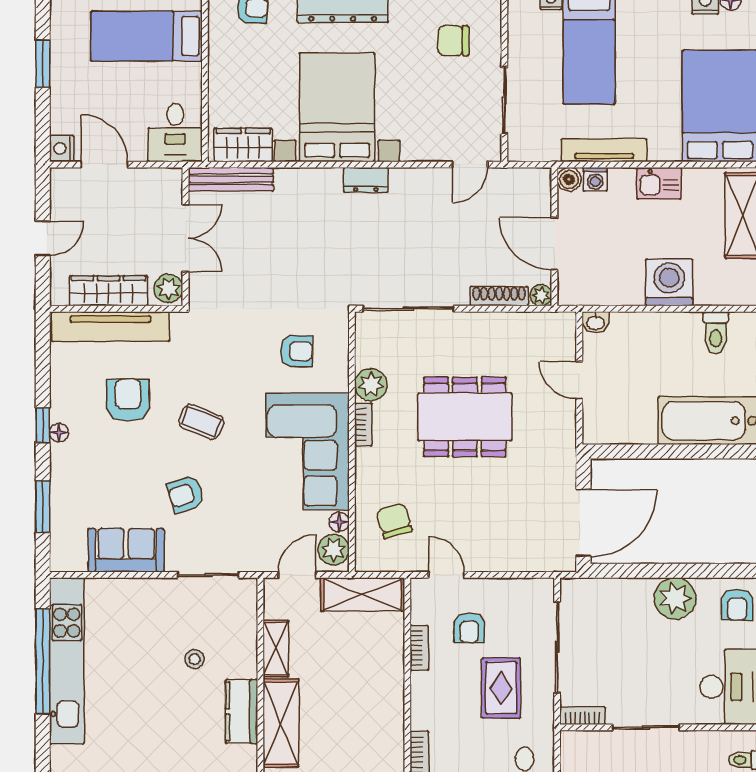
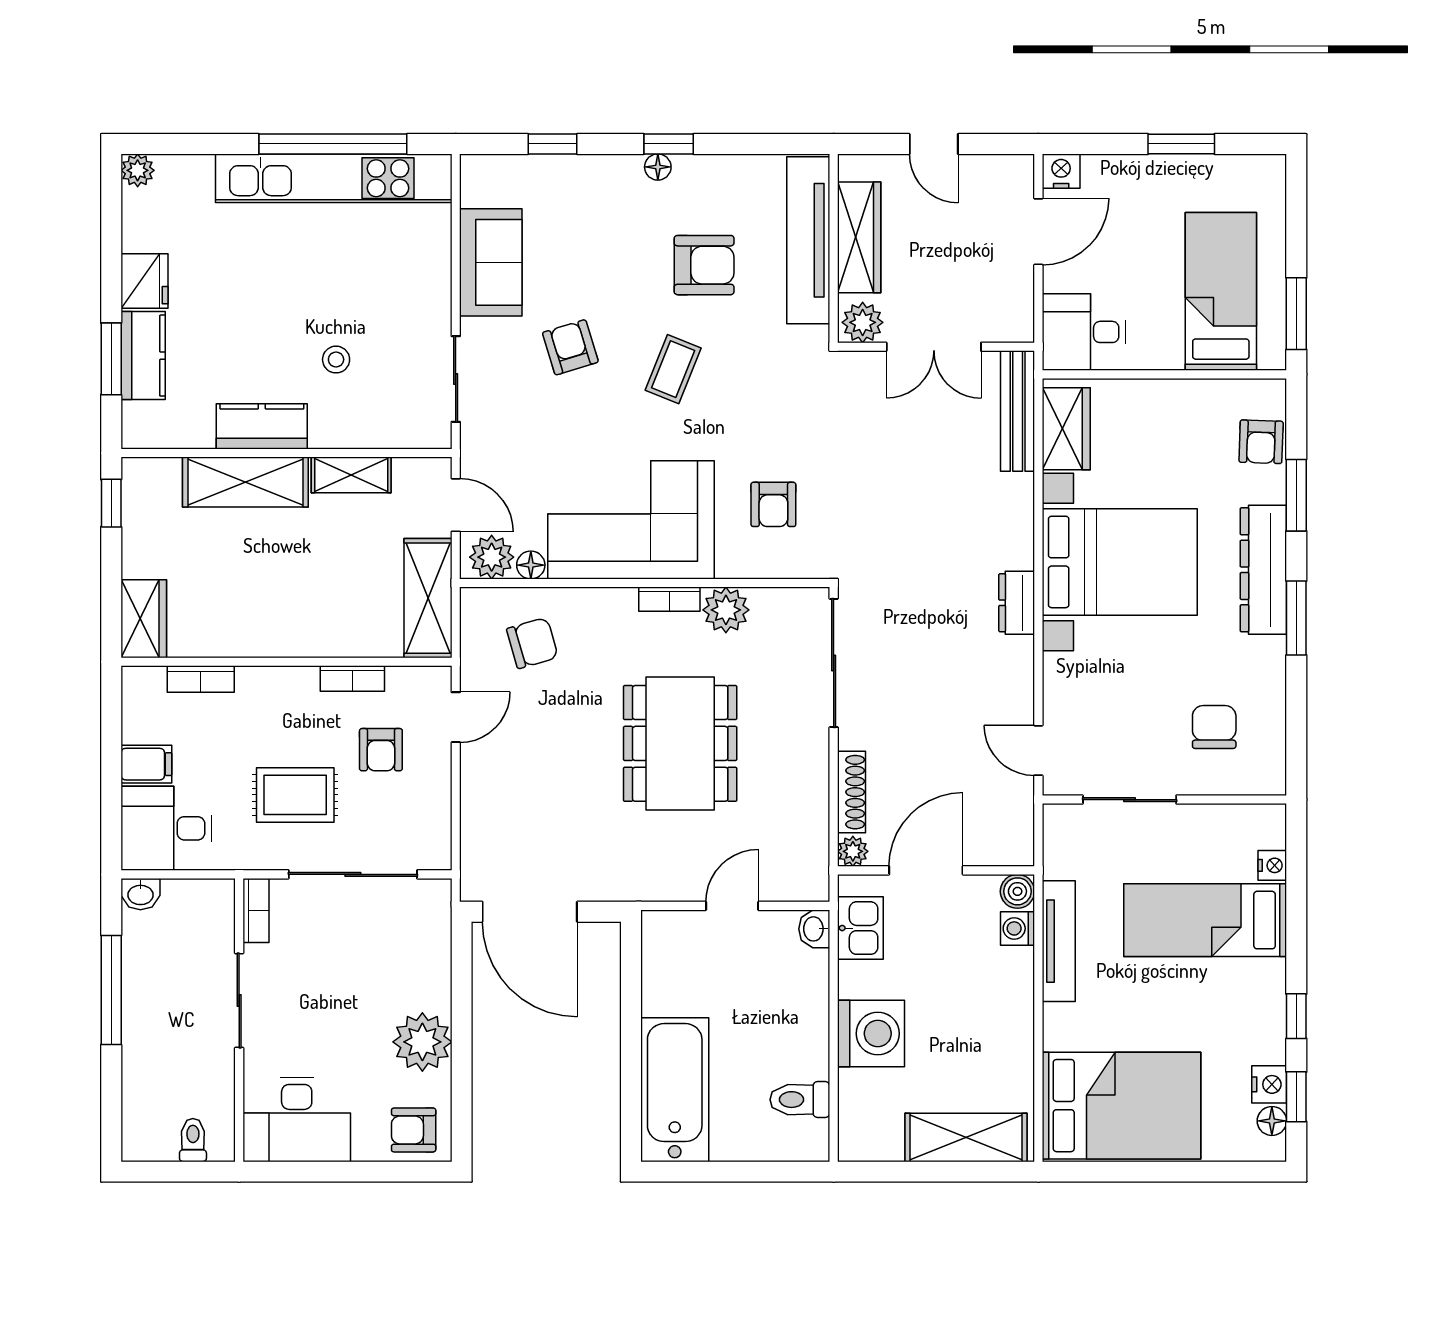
kitchen sink: (659, 183) -> (860, 928), moved, turned 180
window: (43, 507) -> (553, 144), width x0.67
armchair: (469, 628) -> (381, 750), turned -90

